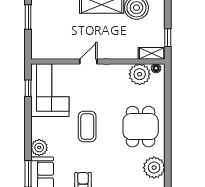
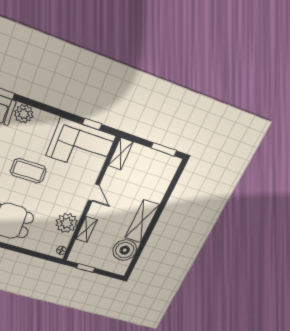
shelving: (45, 53) -> (121, 154), added
shelving: (152, 53) -> (86, 229), moved
plant: (140, 74) -> (67, 223), moved

